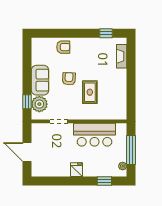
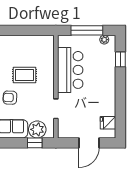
fridge: (76, 170) -> (108, 123), moved

